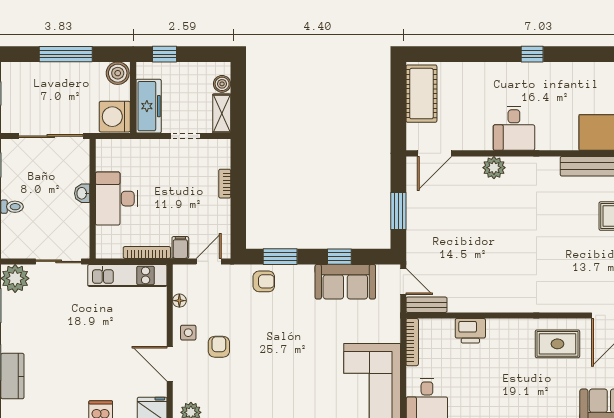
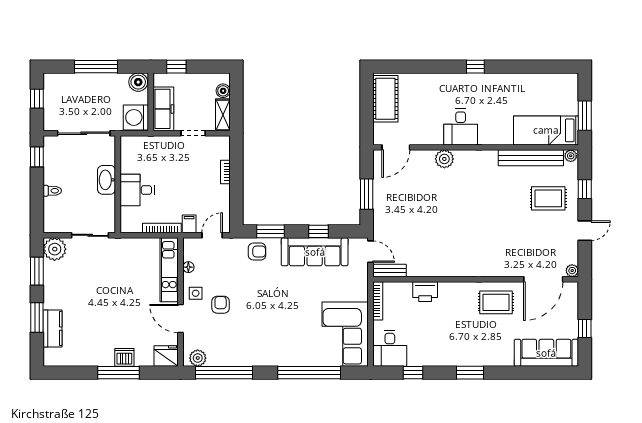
washbasin: (82, 193) -> (107, 180), width x1.91, depth x1.45
desk: (116, 199) -> (137, 190), width x0.73
kitchen unit: (127, 275) -> (169, 270), moved, turned 90
sofa: (345, 282) -> (315, 252), width x1.36

